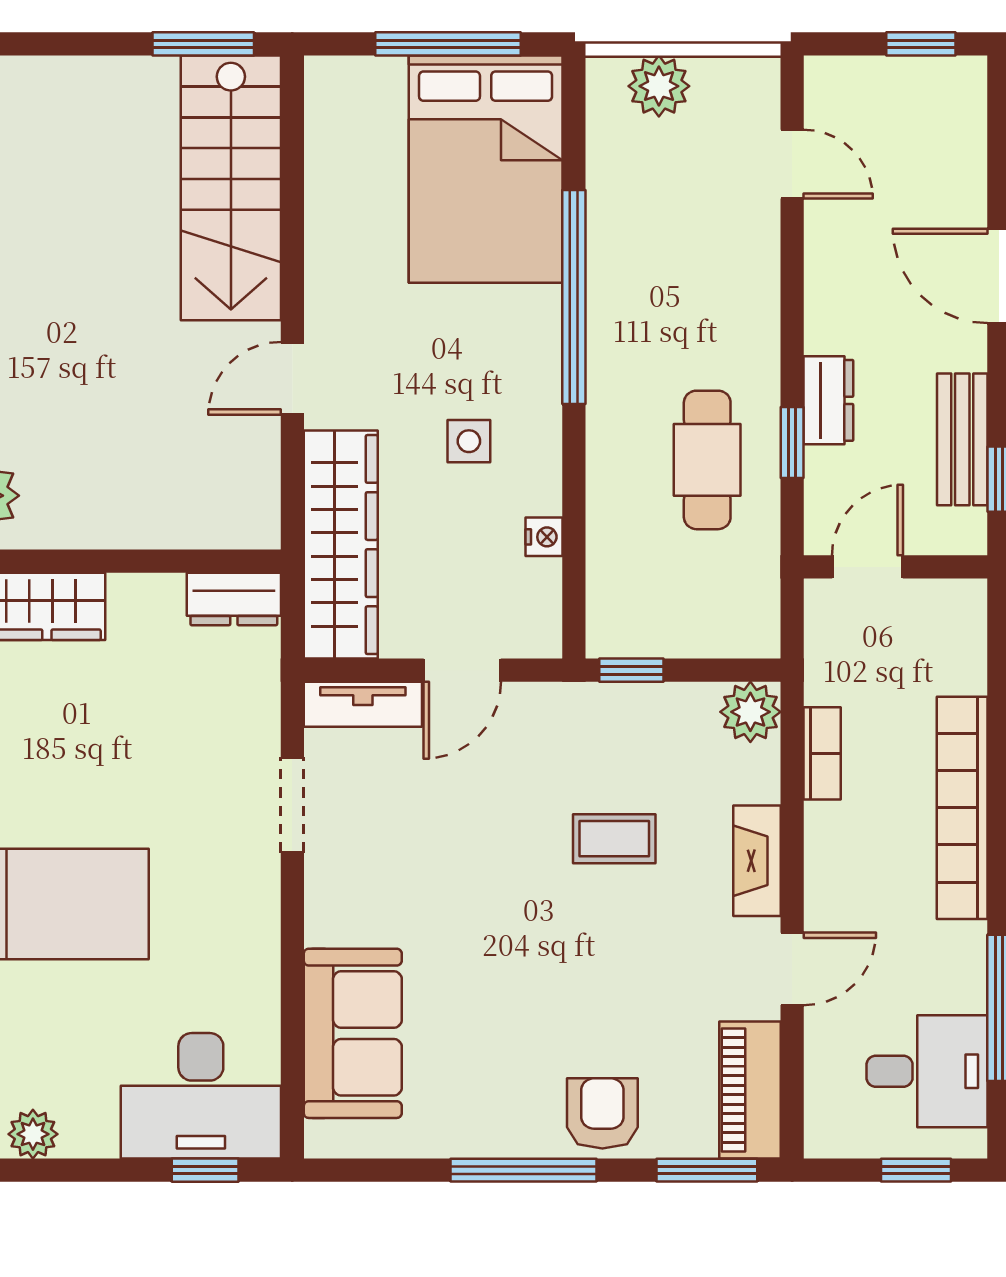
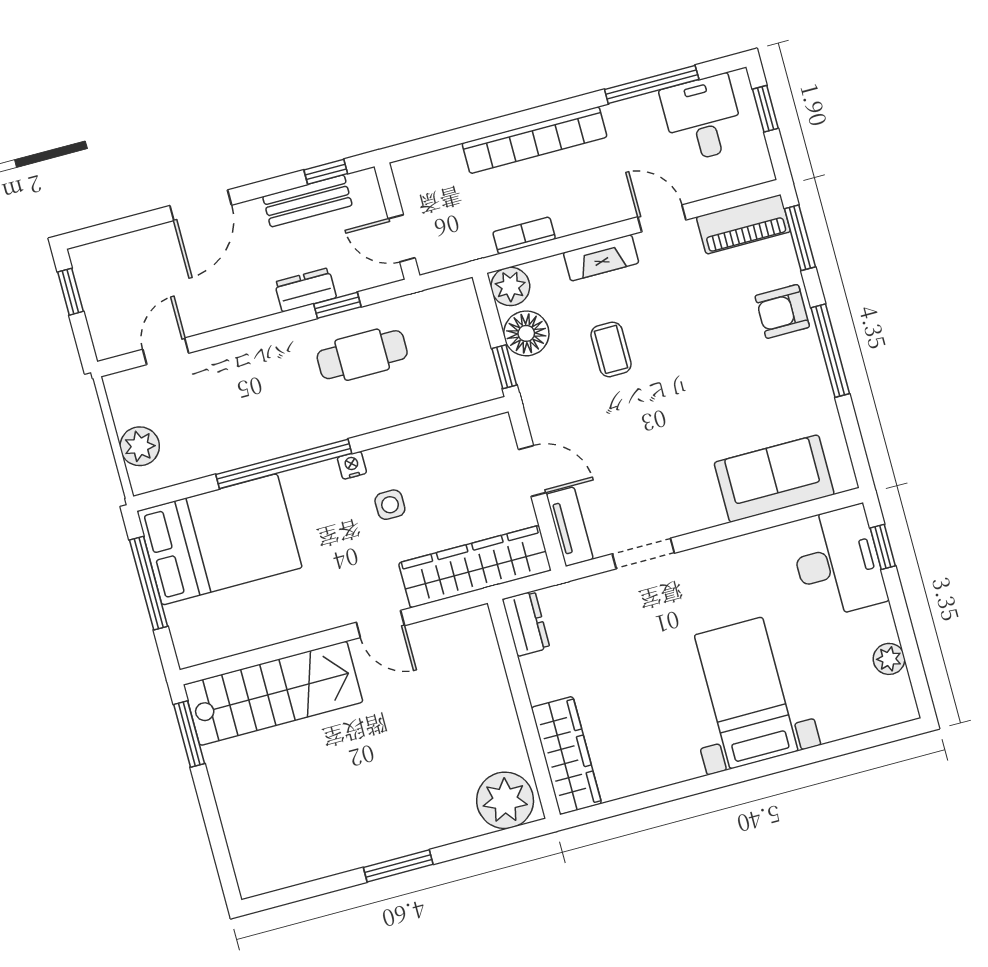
nightstand: (544, 537) -> (352, 465), moved
floor lamp: (673, 717) -> (526, 333), added

